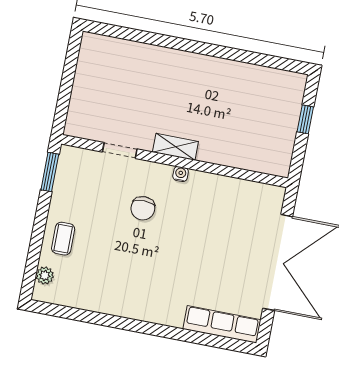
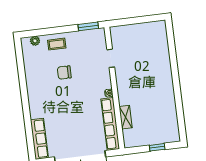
shelving: (175, 147) -> (126, 117), moved
row of seats: (236, 189) -> (110, 124), added
chair: (143, 208) -> (64, 73), moved

